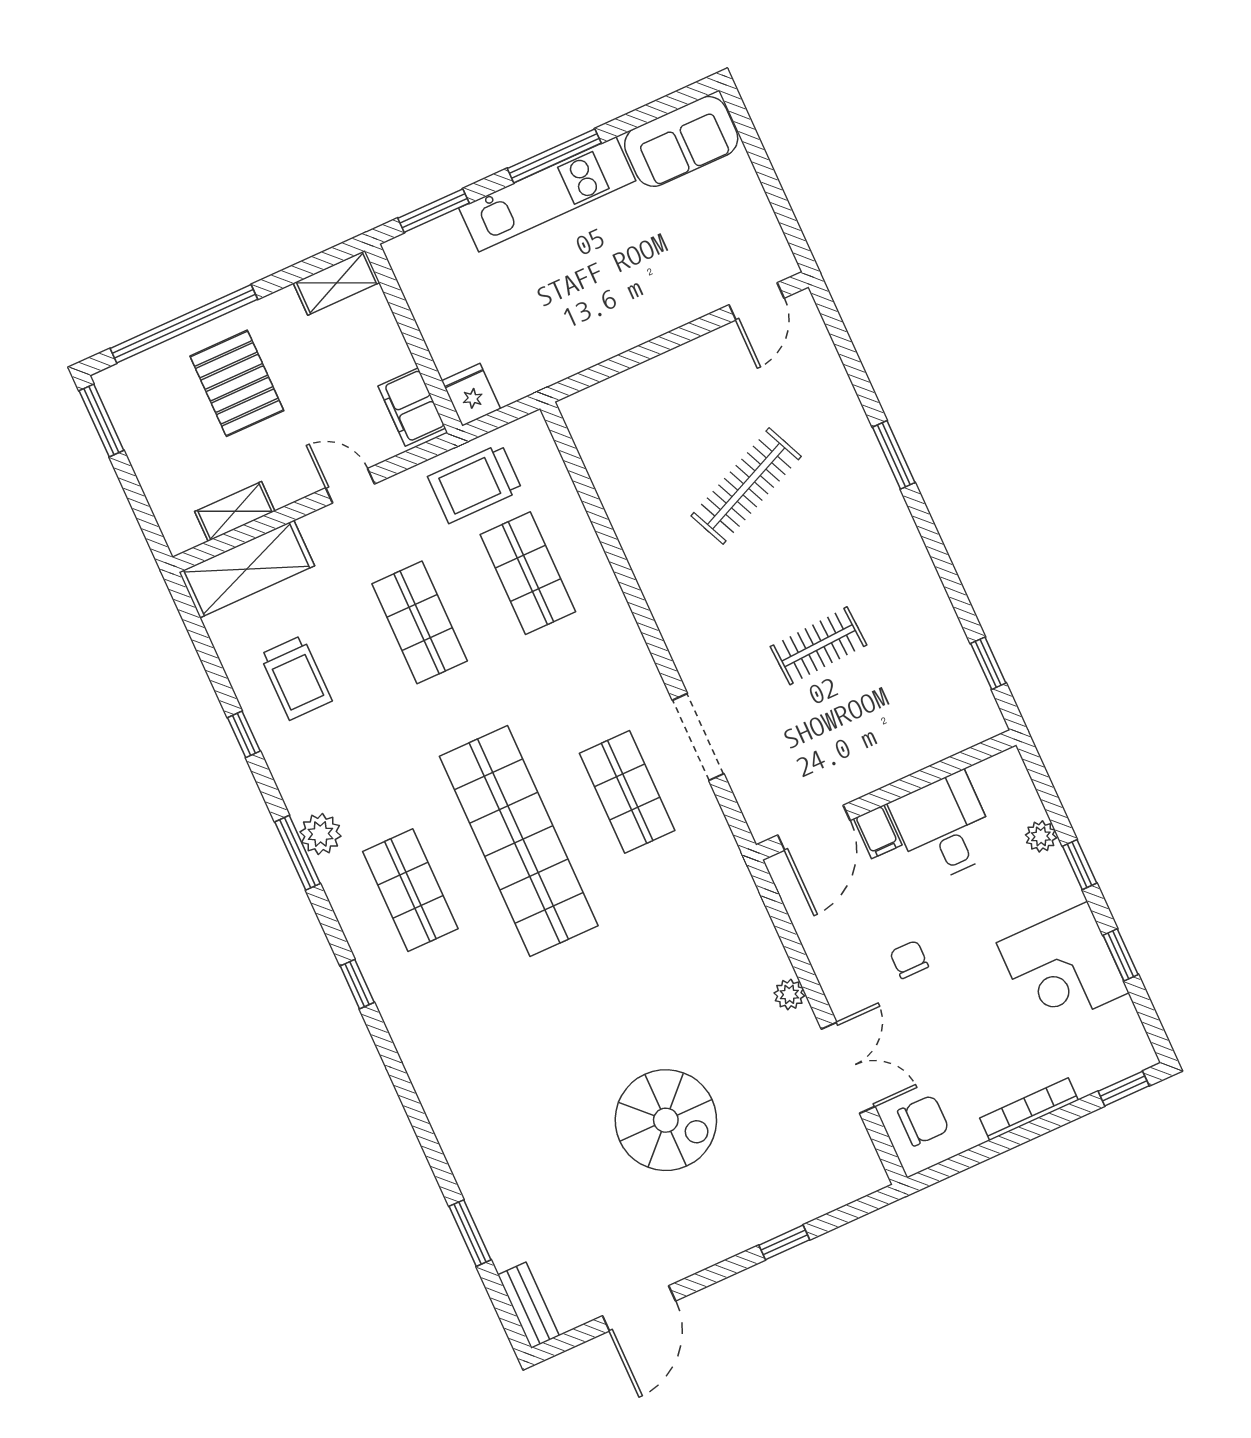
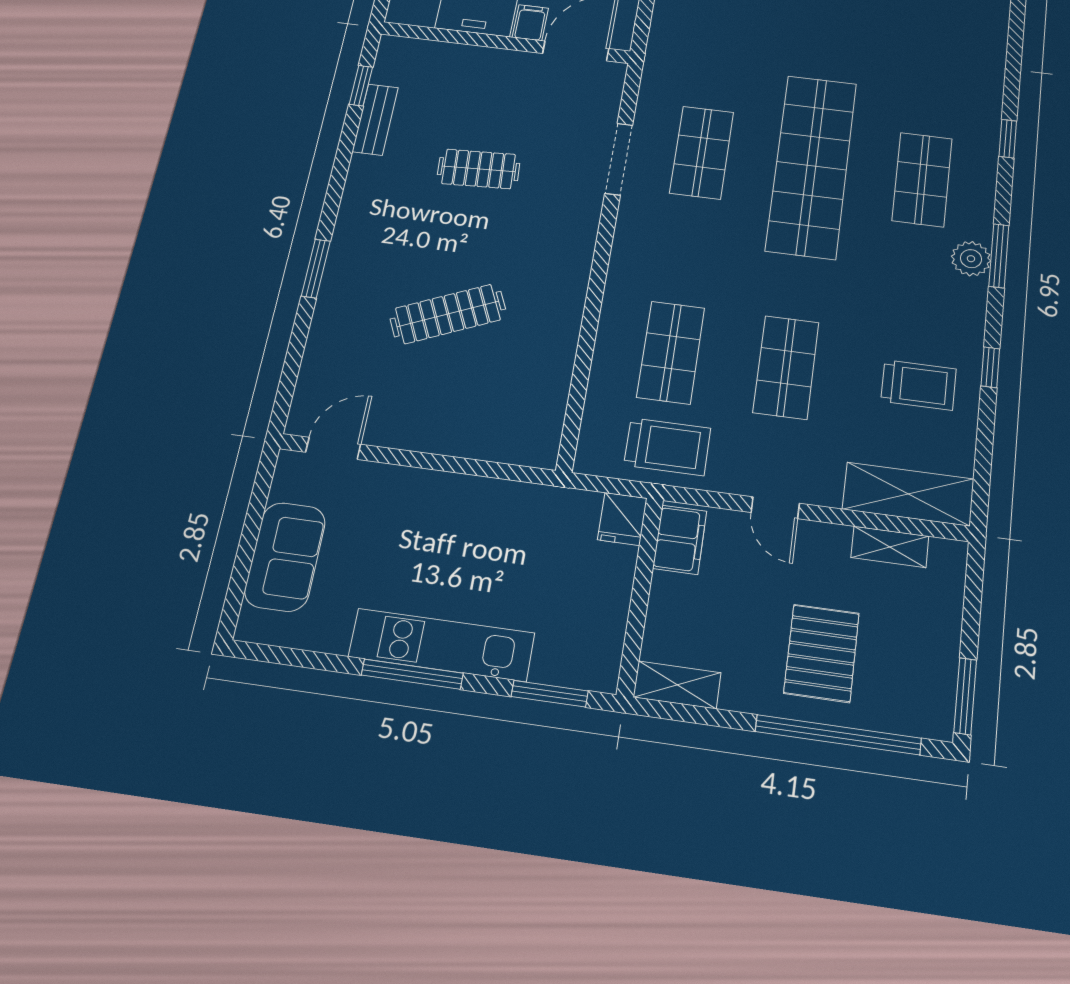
sofa: (681, 141) -> (285, 557), moved, turned 90
bench: (949, 636) -> (375, 120), added
trolley: (296, 678) -> (918, 385), turned 90

